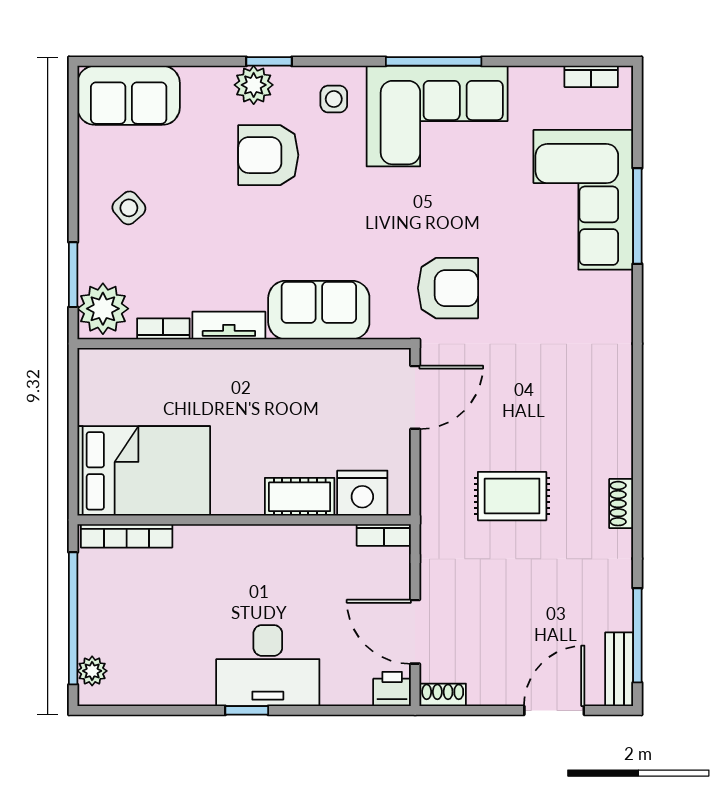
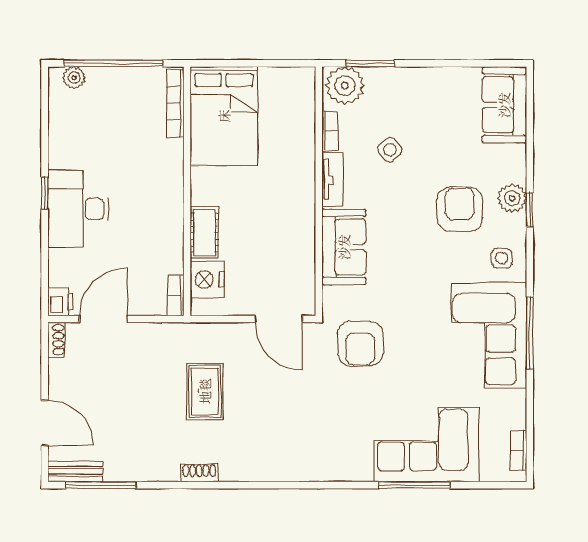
side table: (129, 208) -> (390, 150), moved

